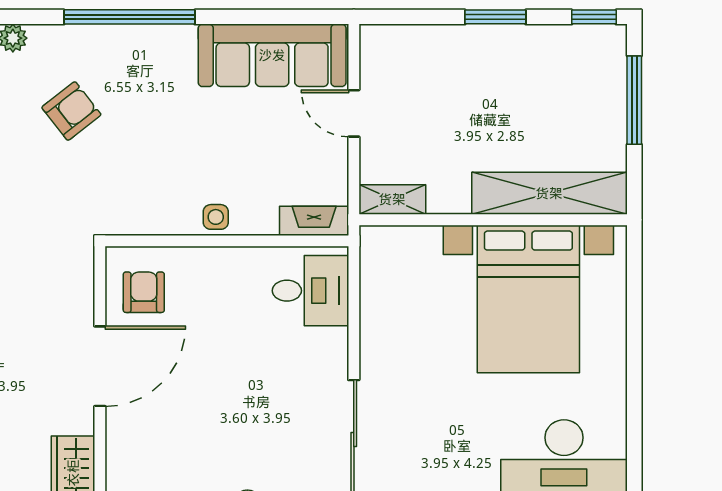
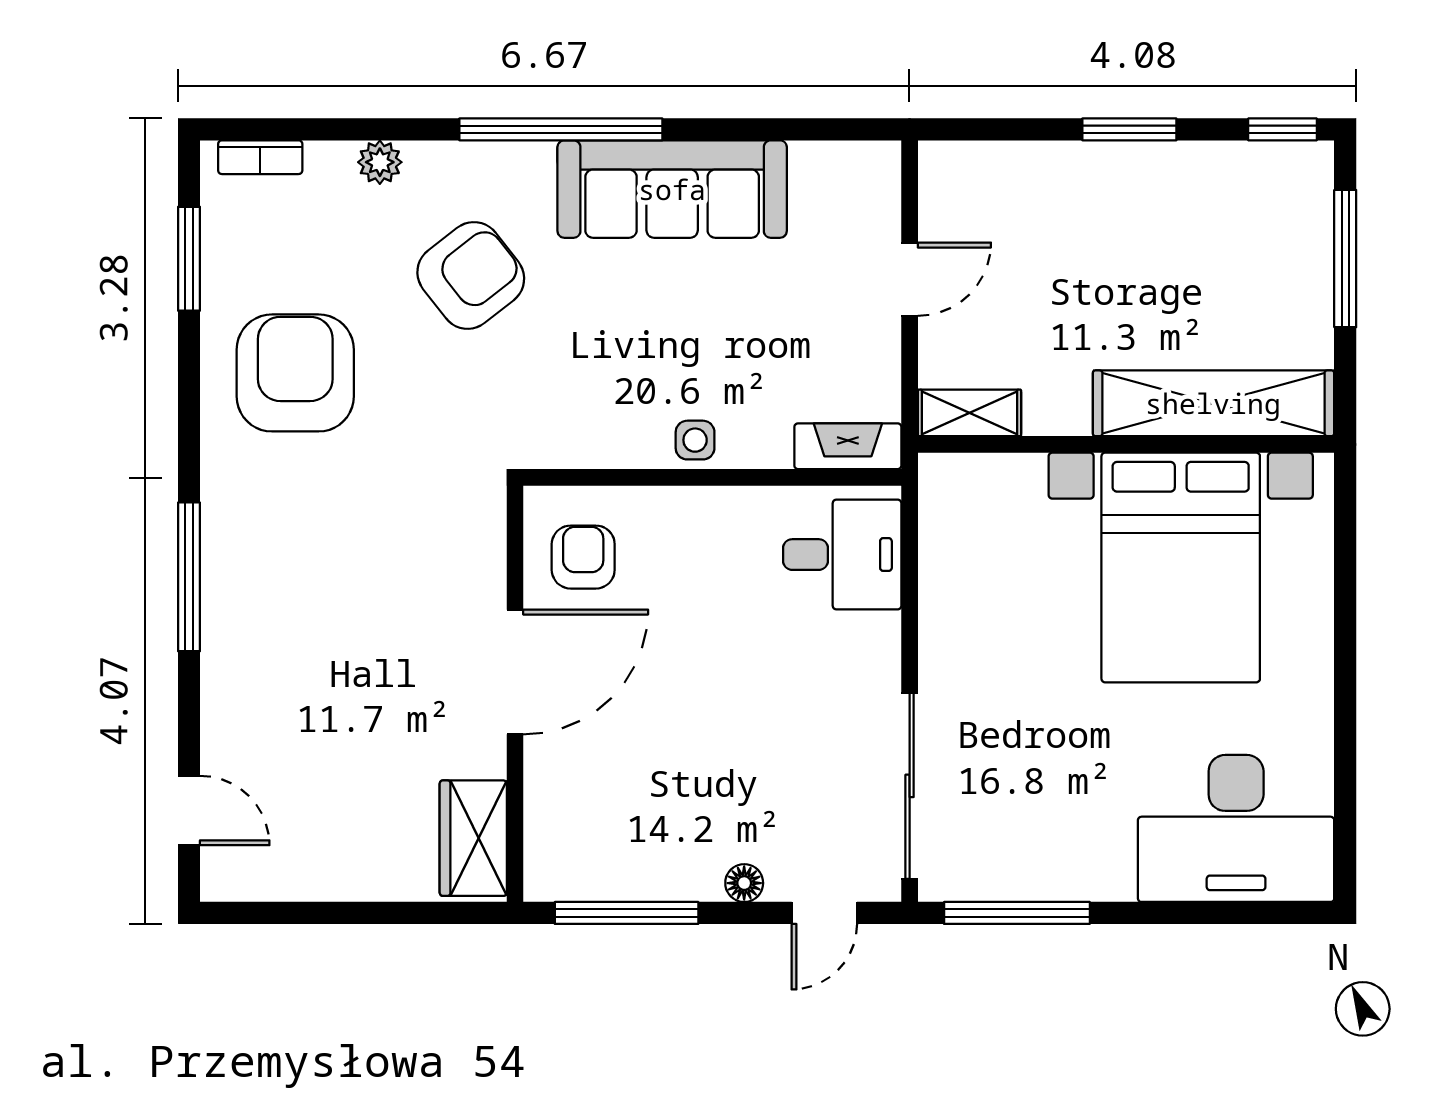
sofa: (272, 55) -> (672, 189), moved
armchair: (71, 111) -> (471, 275), width x1.38, depth x1.38
door: (354, 113) -> (910, 279), swing flipped

